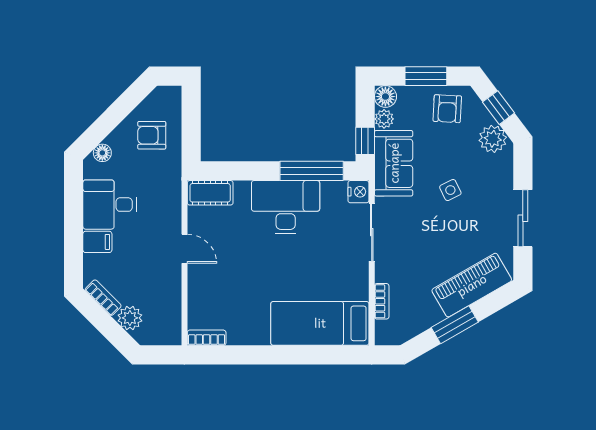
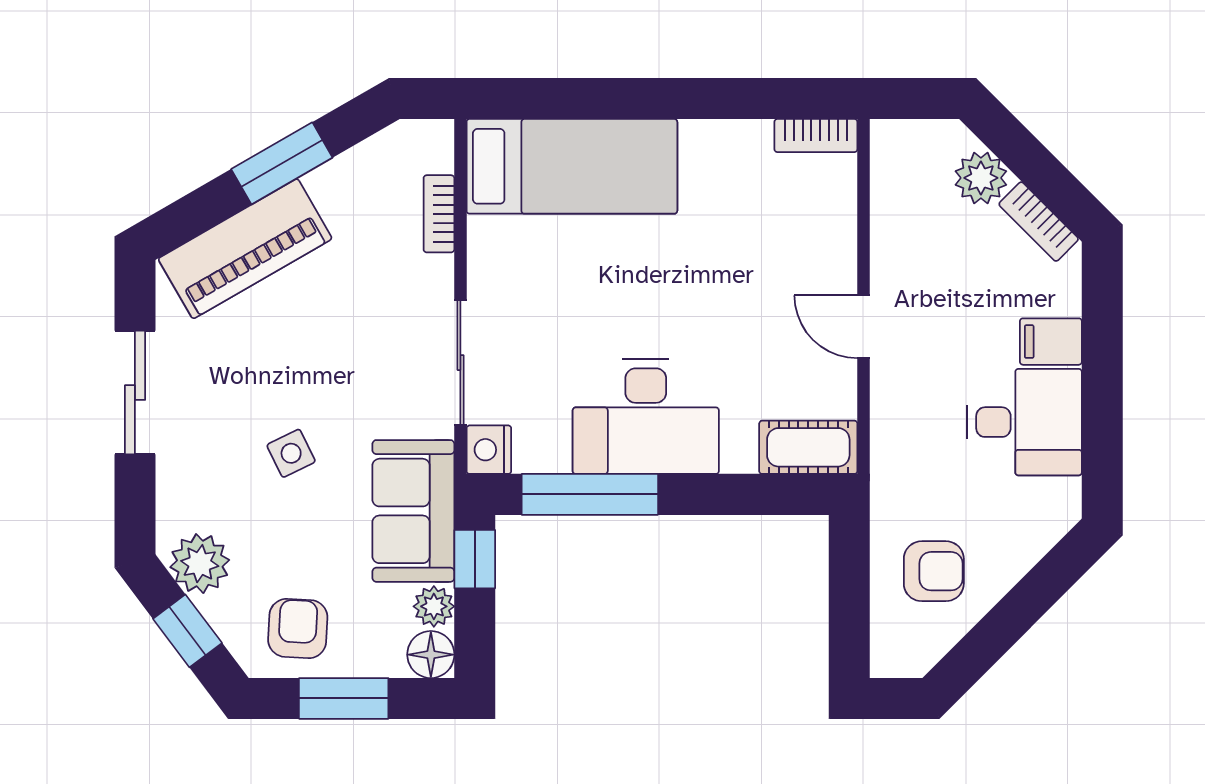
floor lamp: (102, 153) -> (1040, 533), removed

